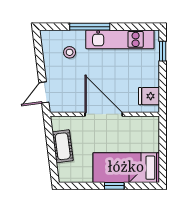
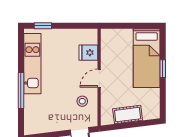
stool: (70, 52) -> (82, 101), moved
fridge: (149, 96) -> (88, 53), moved, turned 90
door: (104, 114) -> (99, 78), width x0.53

